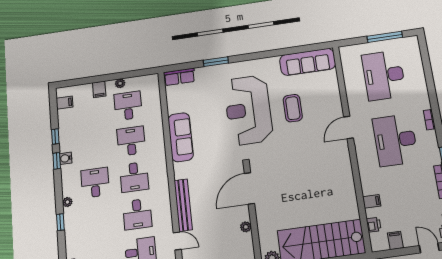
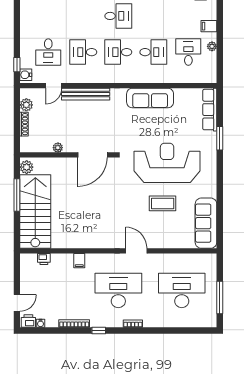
row of seats: (179, 77) -> (210, 110), width x1.48
desk: (128, 106) -> (188, 52), turned -90
door: (249, 188) -> (93, 155), swing flipped
filing cabinet: (372, 201) -> (79, 261), moved
filing cabinet: (395, 240) -> (27, 275), removed

